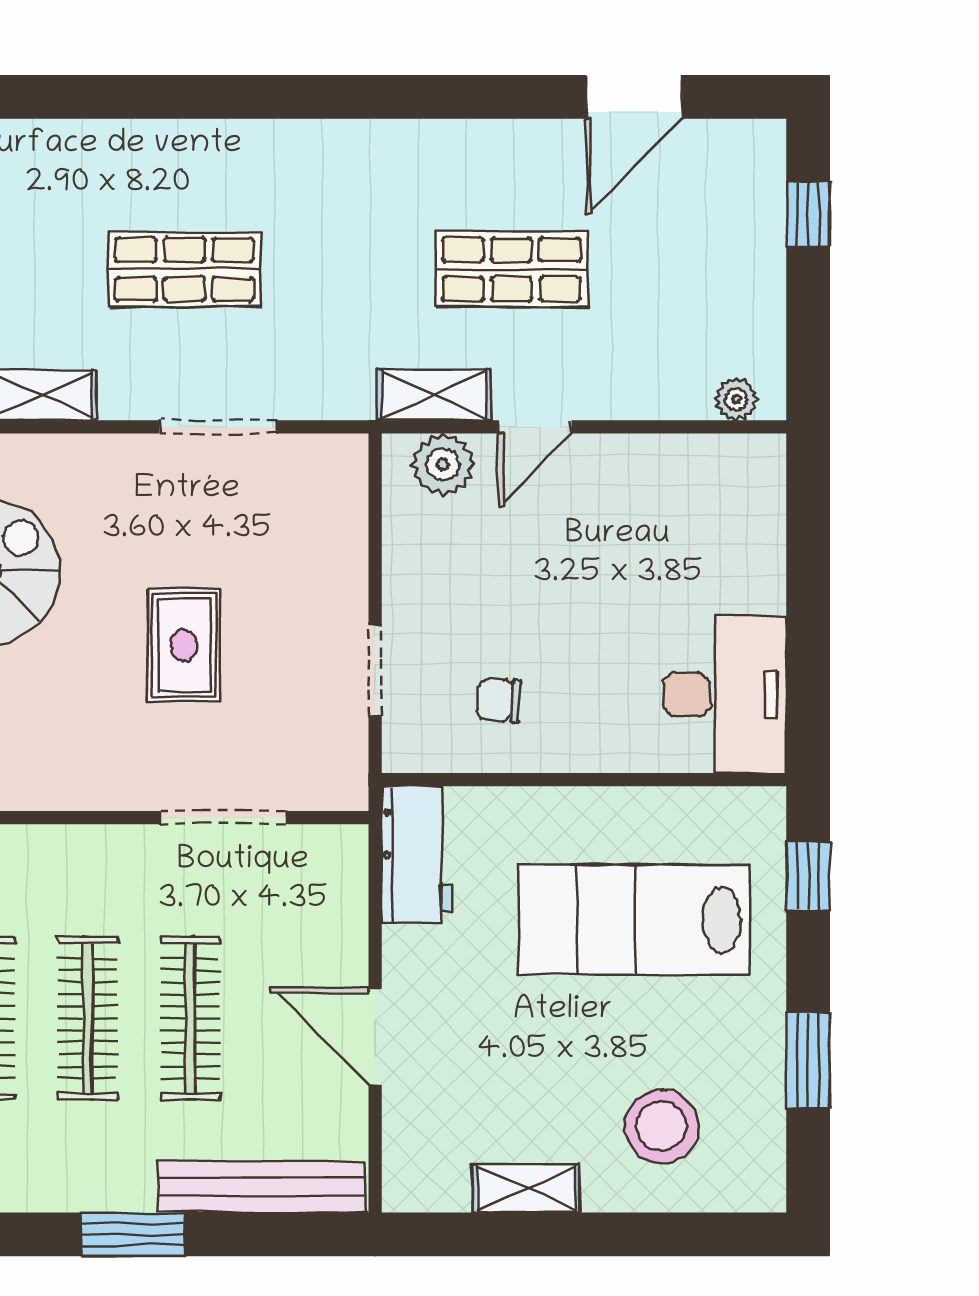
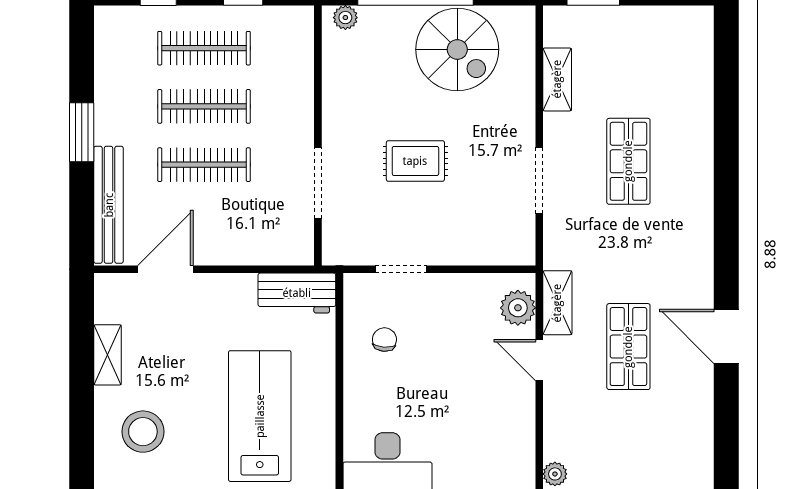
door: (634, 97) -> (726, 336), moved
door: (375, 1036) -> (165, 269), moved

